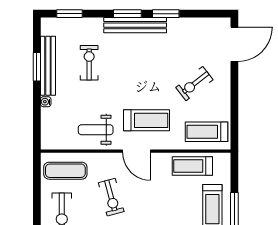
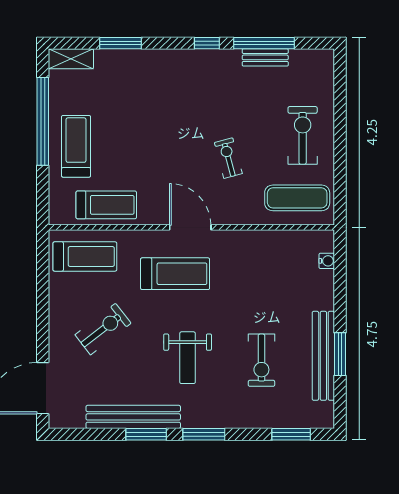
bench: (135, 25) -> (133, 417), moved
water cooler: (46, 102) -> (327, 261), moved
treadmill: (147, 120) -> (175, 274), turned 180
weight bench: (96, 130) -> (188, 358), moved, turned 90
exercise bike: (111, 197) -> (228, 158), width x0.73, depth x0.72

